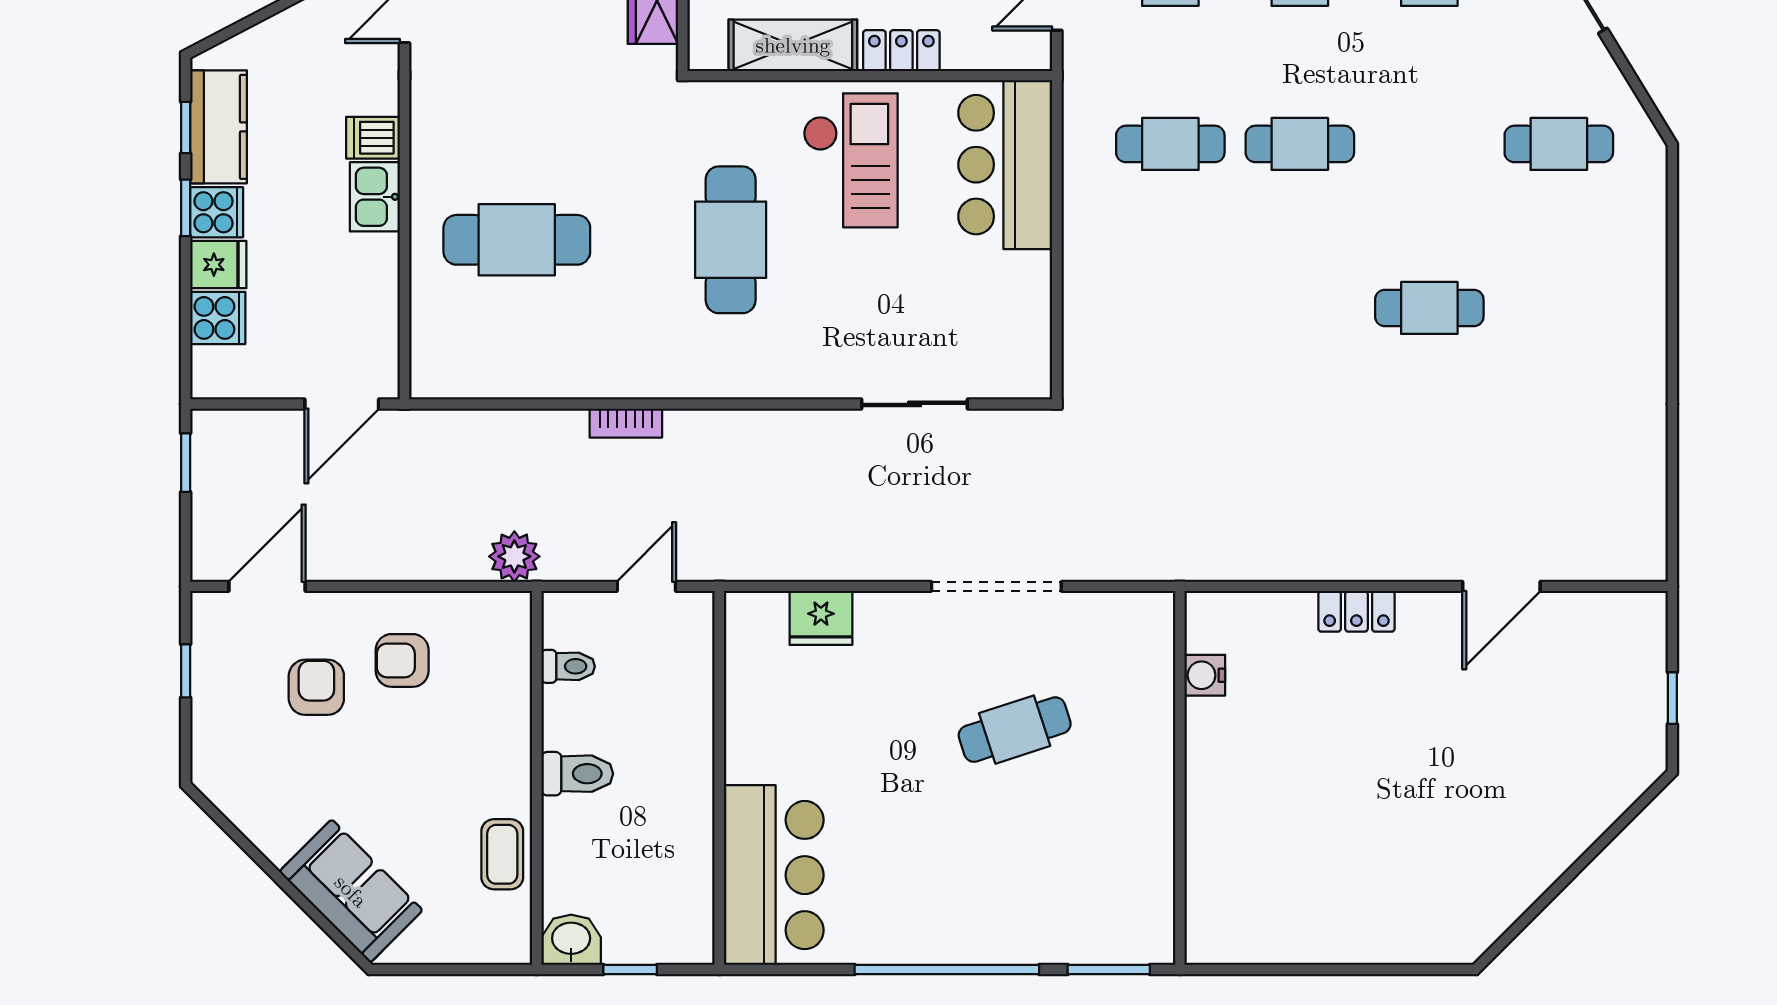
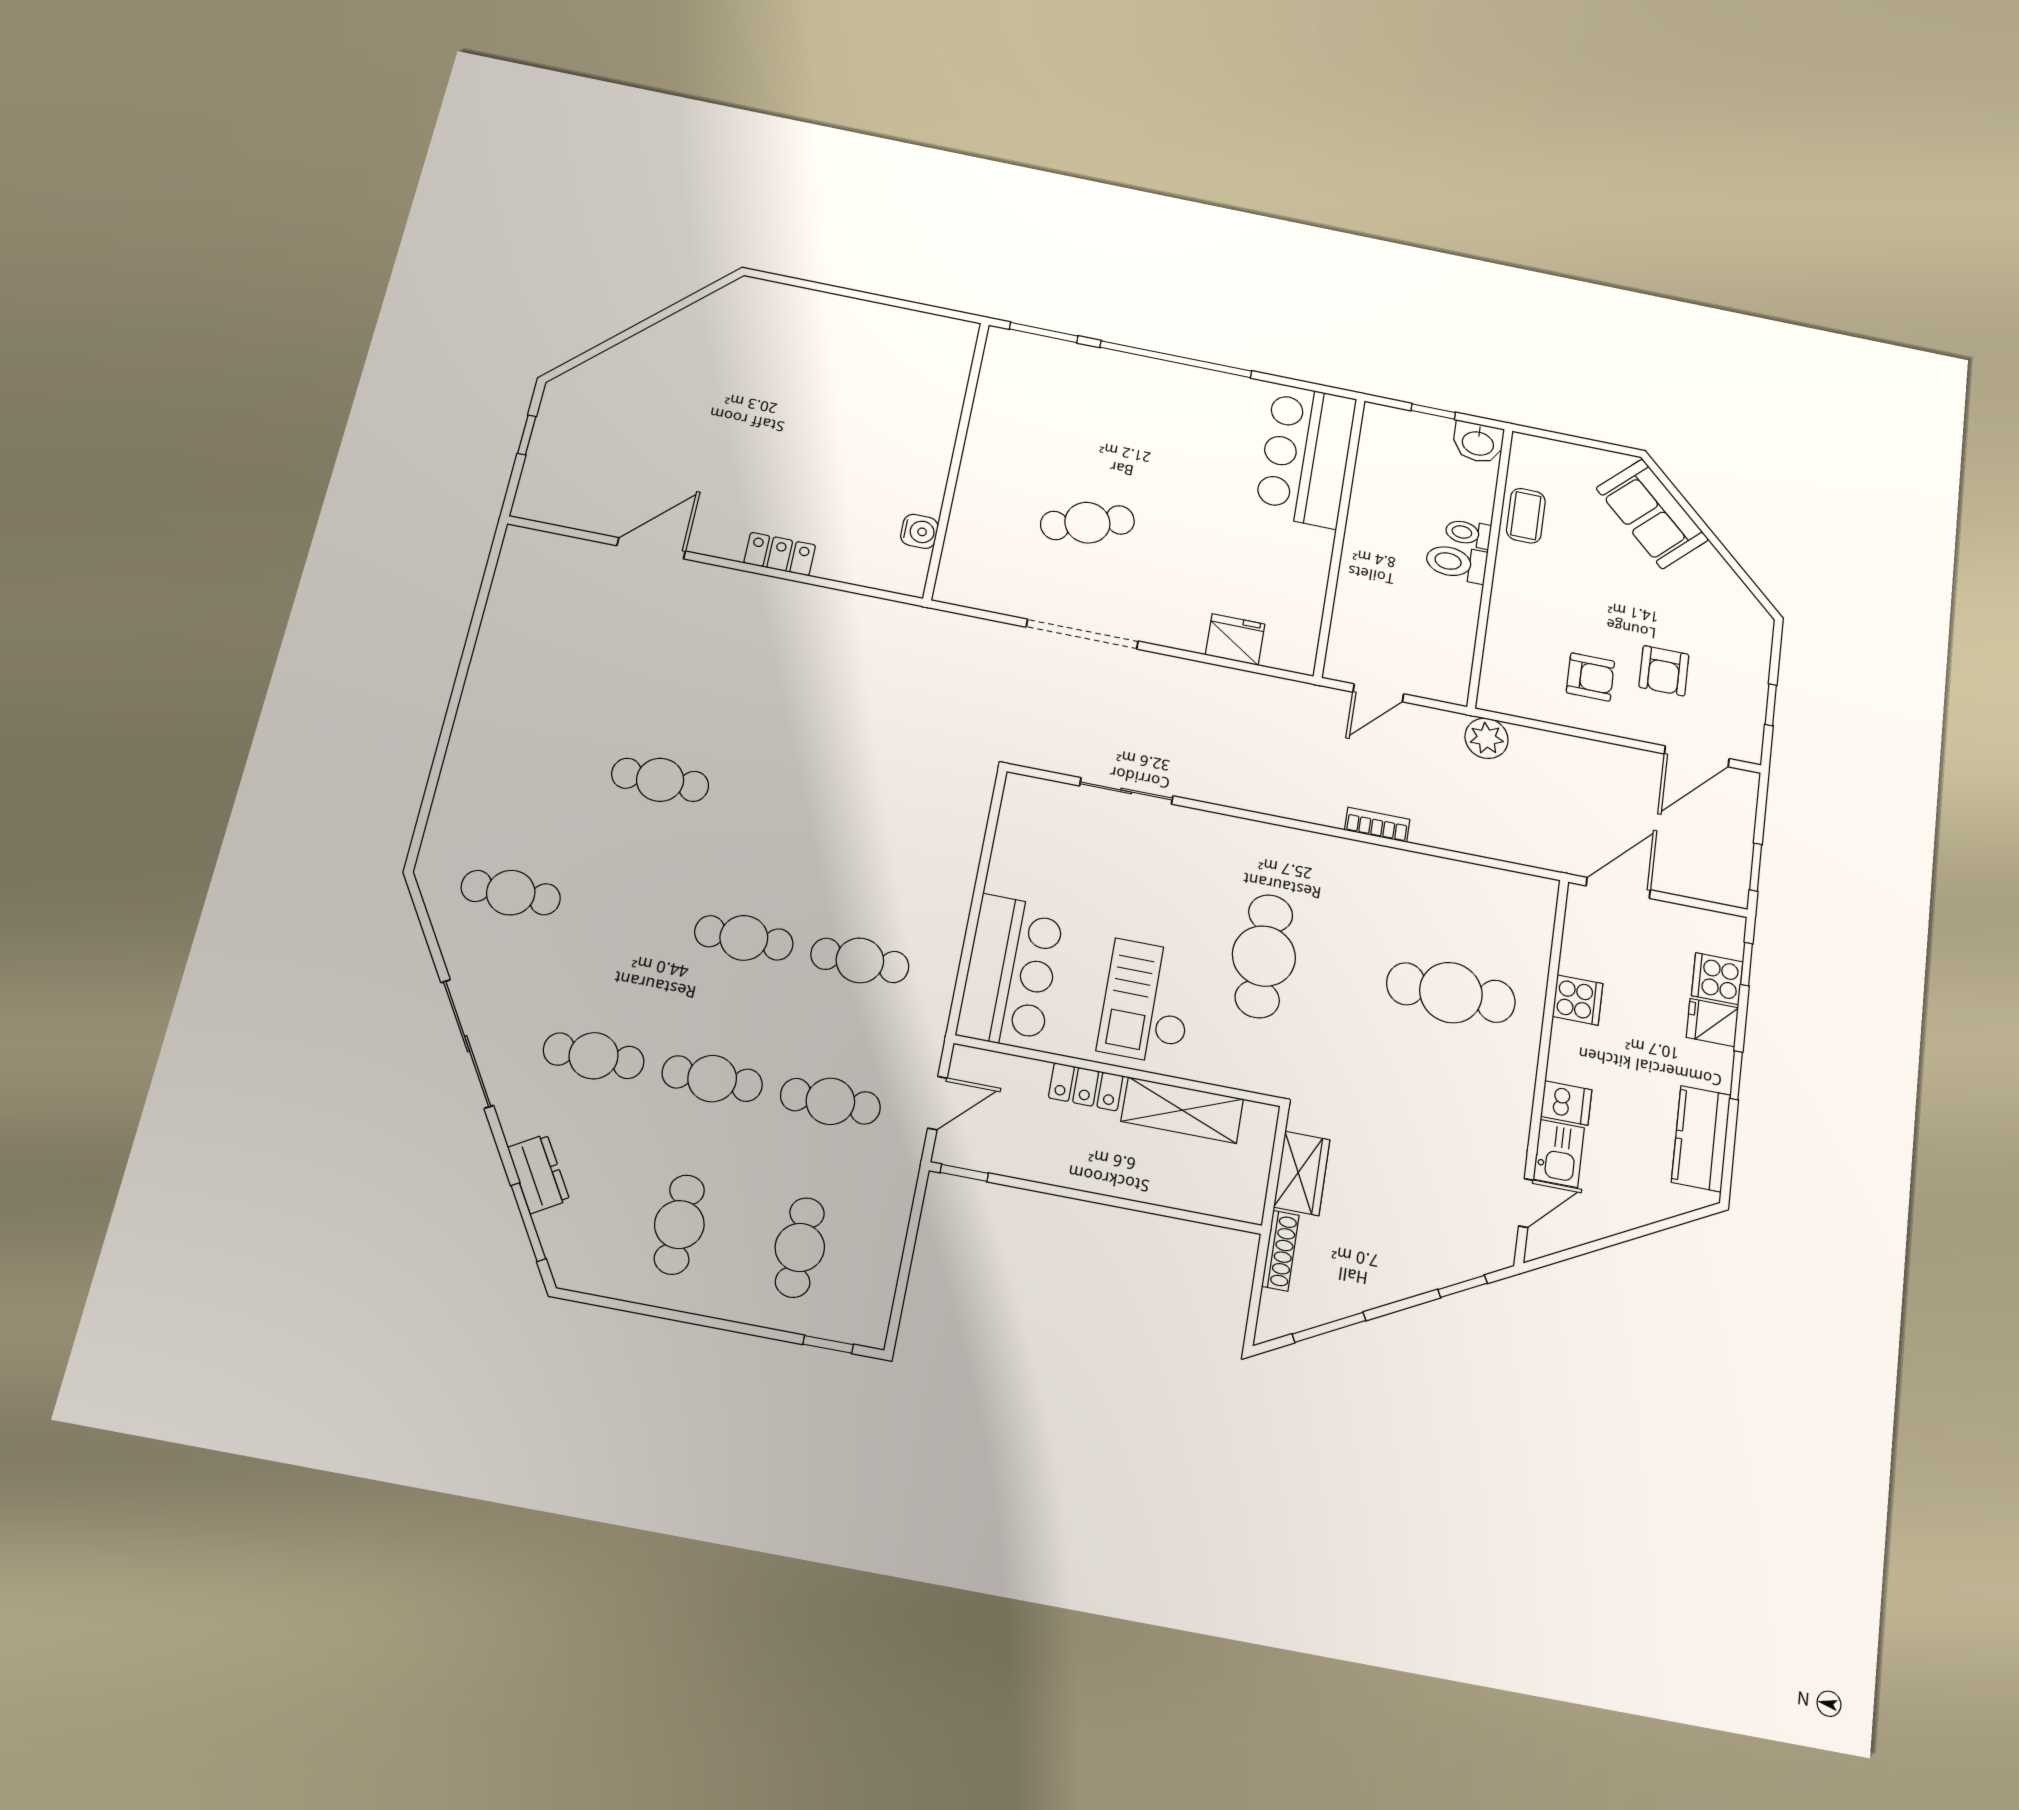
window: (186, 128) -> (1747, 964), moved
kitchen sink: (375, 197) -> (1559, 1153), moved
cooker: (217, 212) -> (1578, 1000), moved, turned 180
toilet: (568, 666) -> (1468, 533), moved

